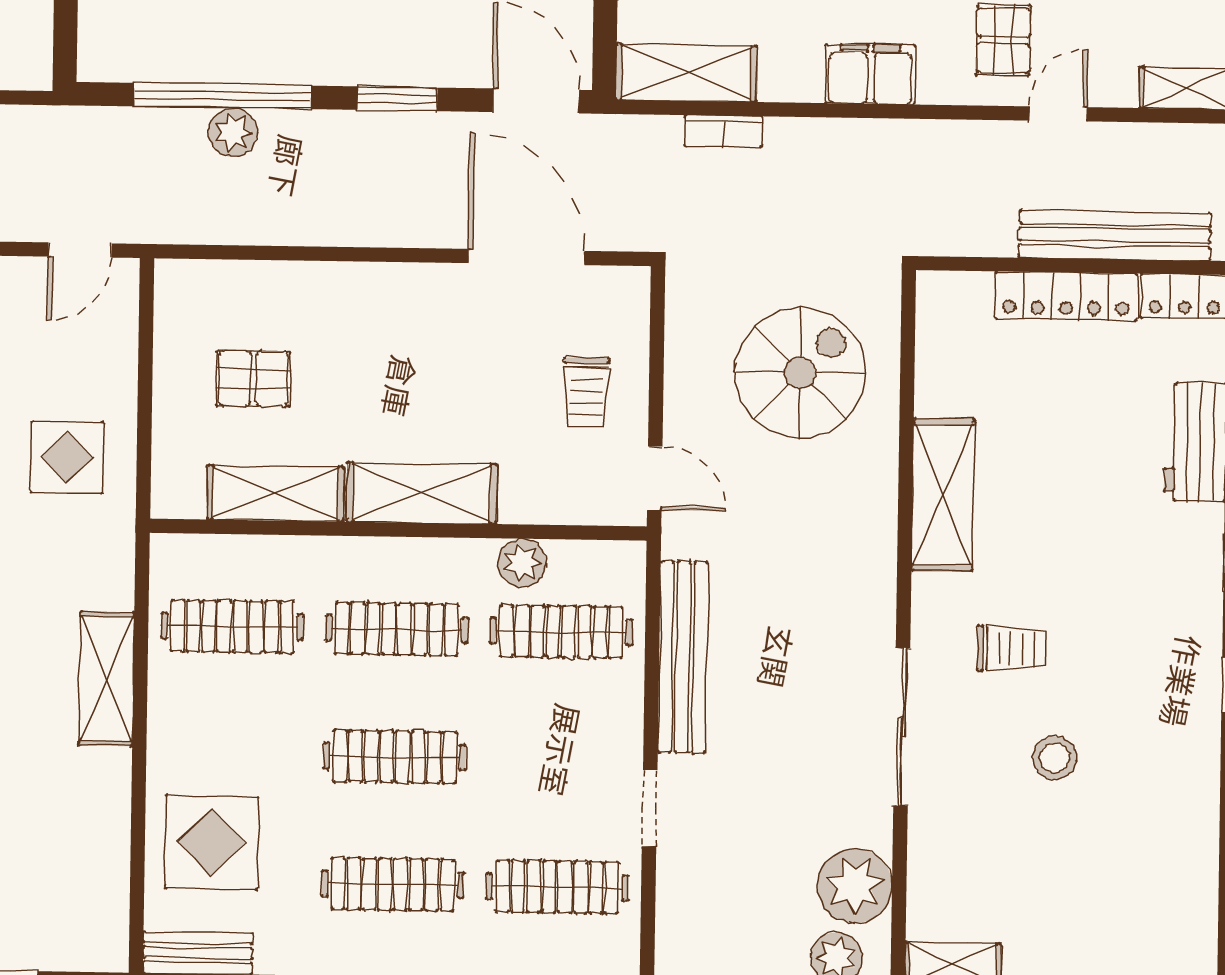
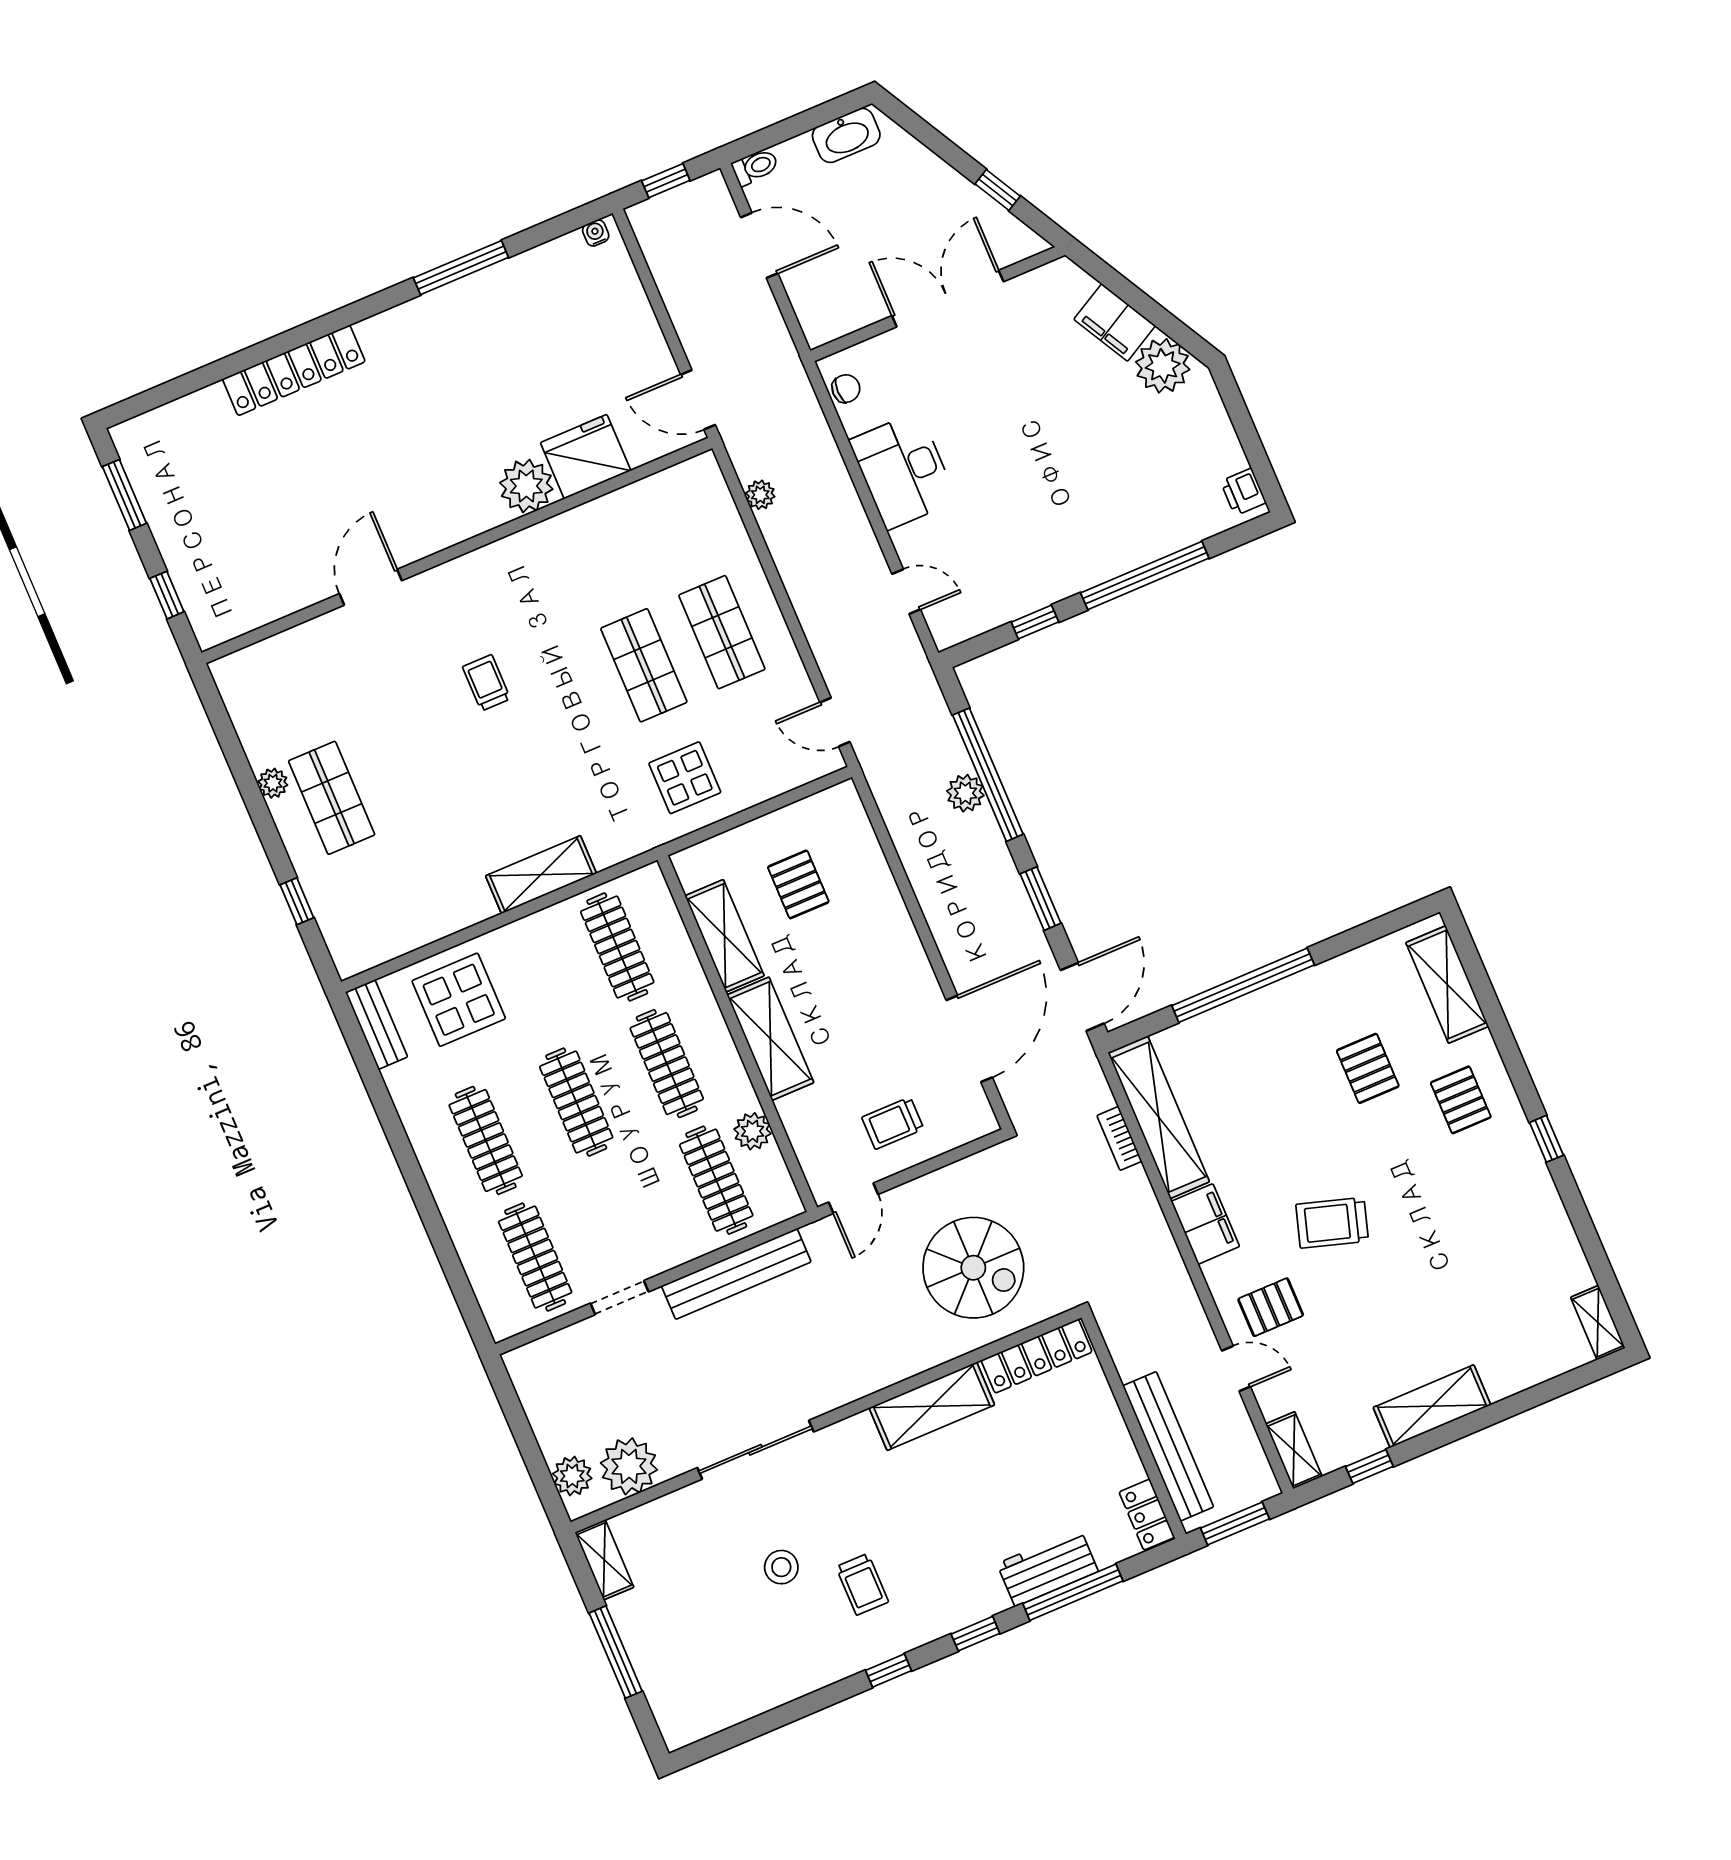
shelving: (686, 73) -> (1159, 1117), width x1.47
locker: (1066, 296) -> (1037, 1356), moved, turned -90
trolley: (1012, 648) -> (862, 1584), moved

